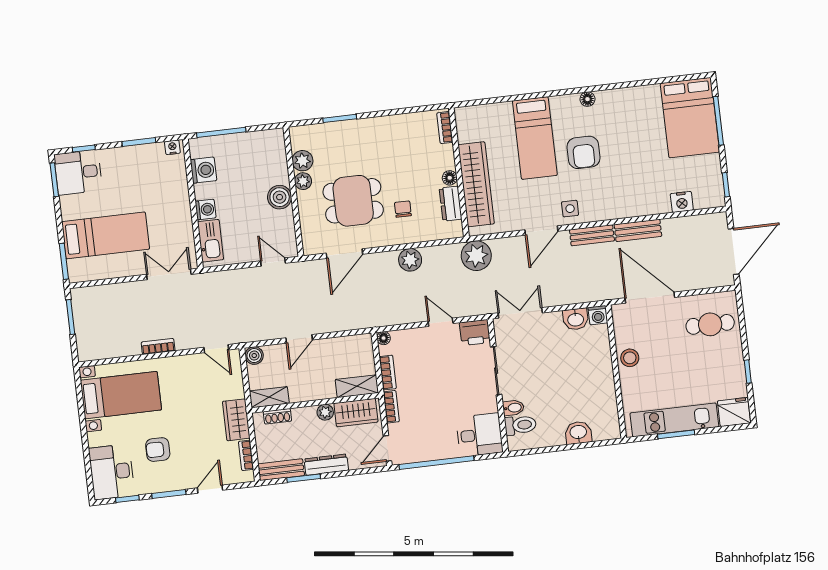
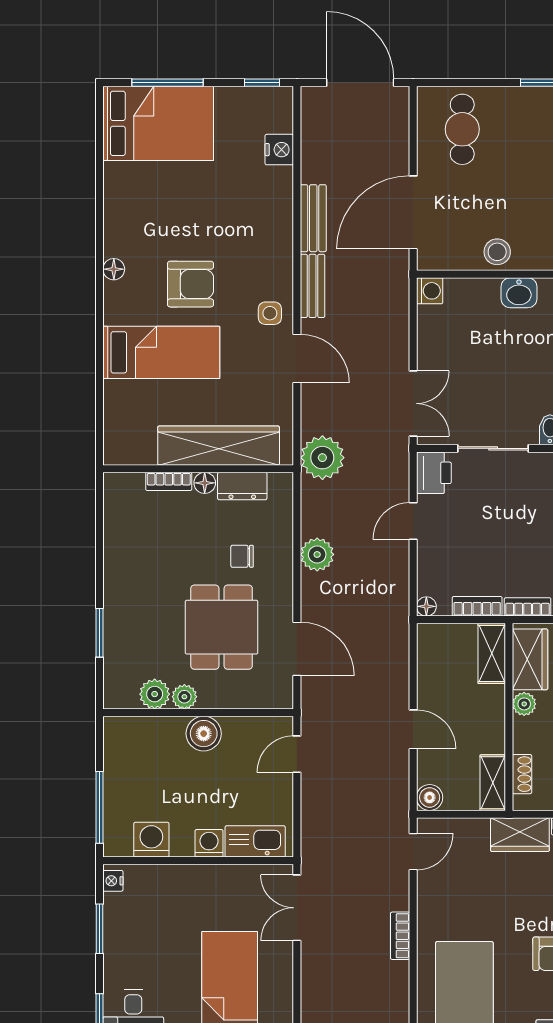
bookcase: (445, 128) -> (169, 481), moved
double door: (520, 313) -> (413, 403), swing flipped
washbasin: (576, 319) -> (519, 293), moved, turned 90

